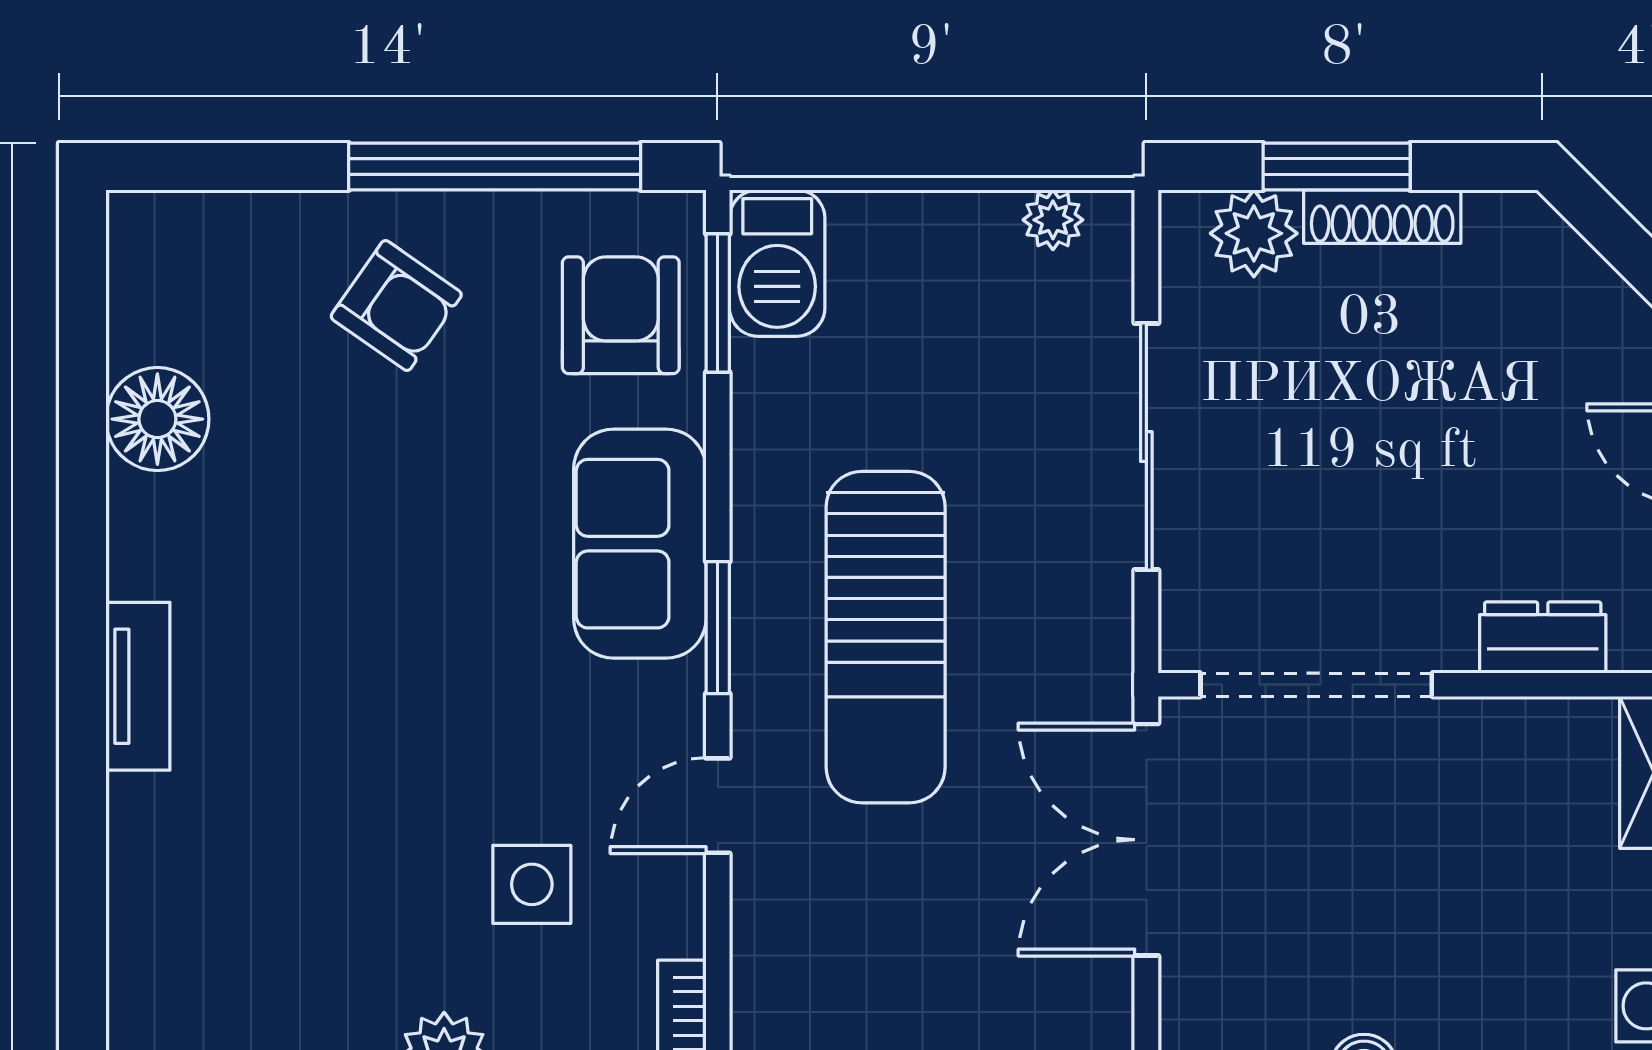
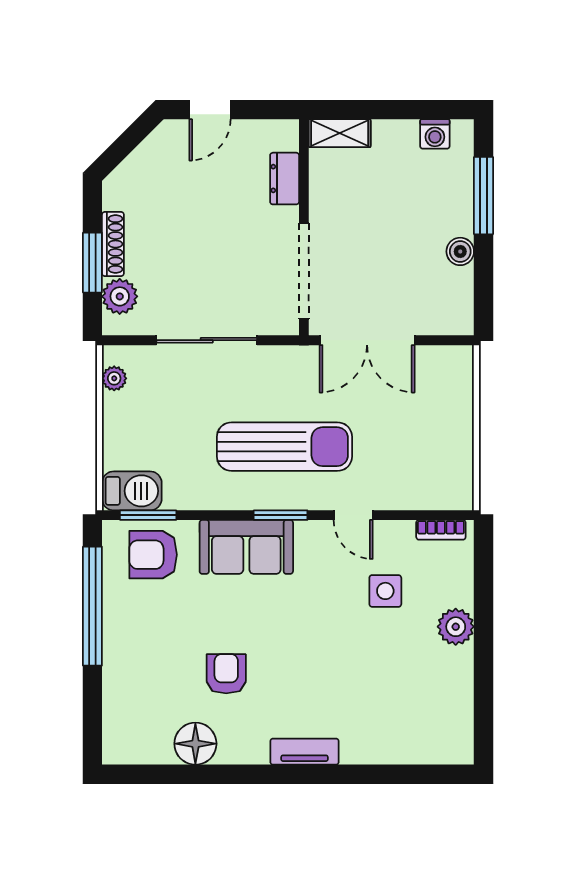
armchair: (396, 306) -> (226, 674), moved, turned -35

